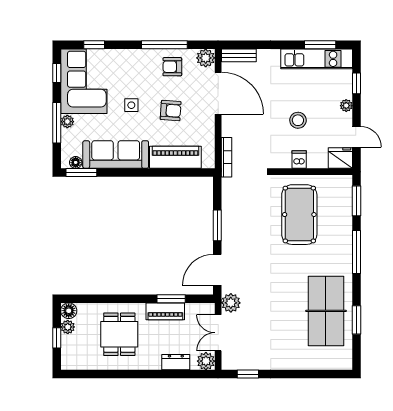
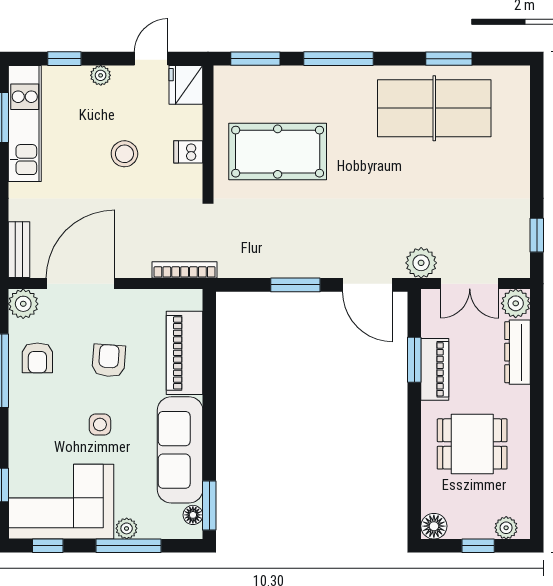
plant: (68, 327) -> (506, 528), moved
dresser: (176, 362) -> (517, 352), width x1.44

